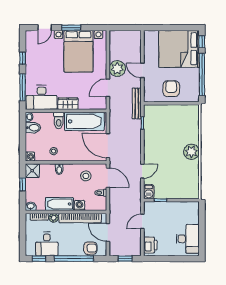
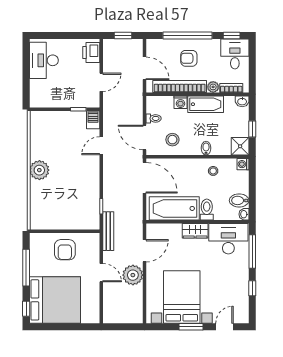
window: (202, 74) -> (26, 268), width x0.68
desk: (47, 244) -> (235, 54), moved
armchair: (90, 248) -> (189, 58), moved

